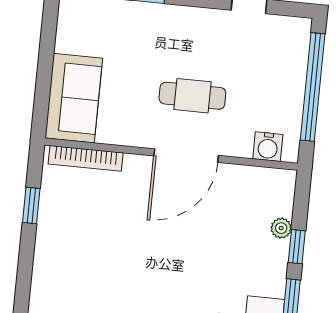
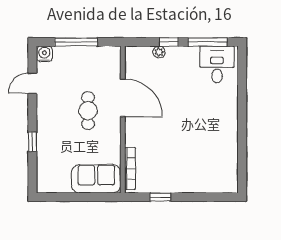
window: (313, 87) -> (76, 42), width x0.68
water cooler: (268, 147) -> (44, 54), moved, turned -90
door: (186, 156) -> (123, 98), moved

